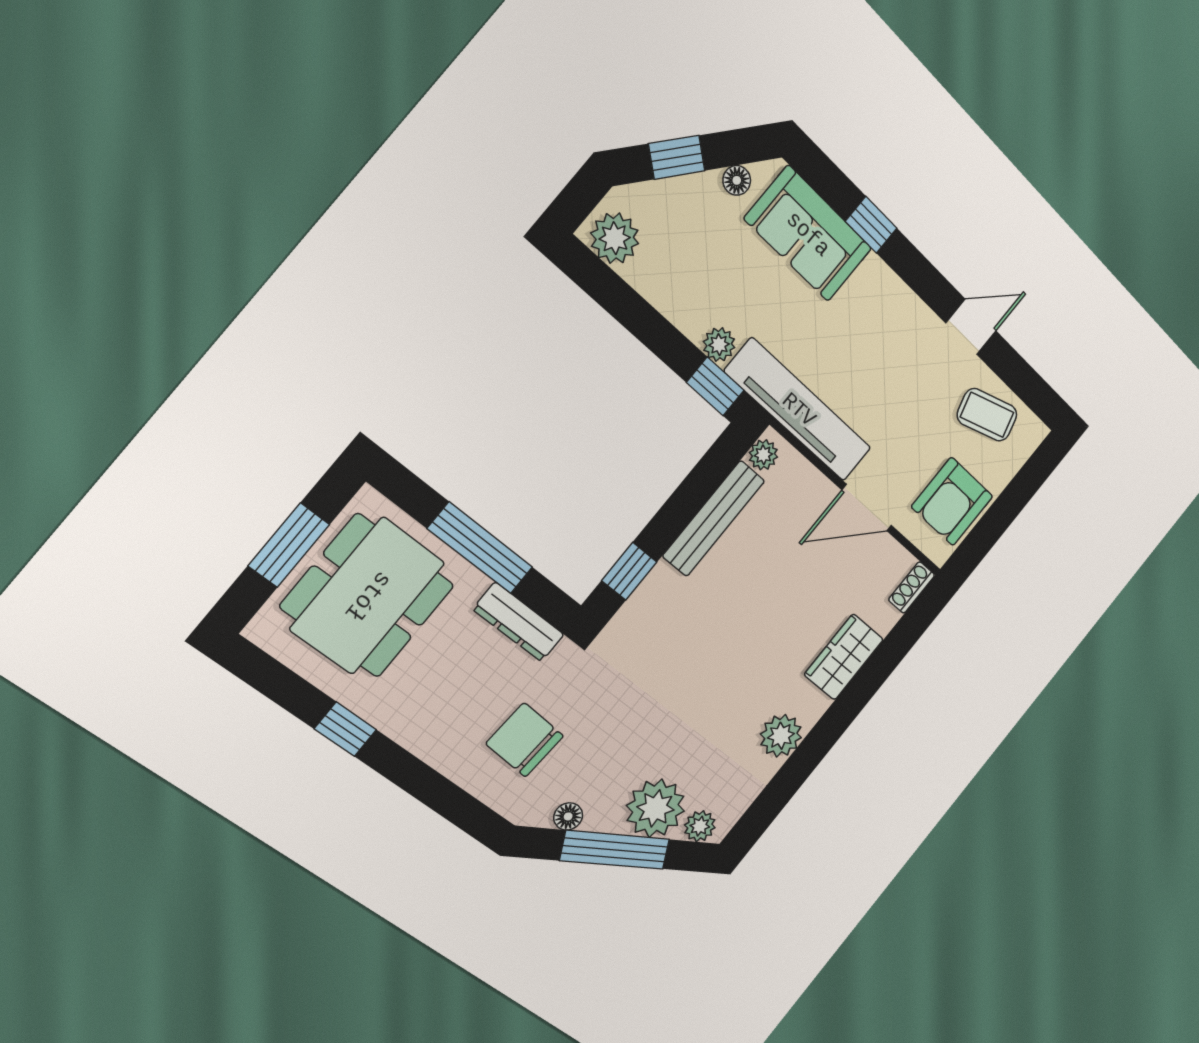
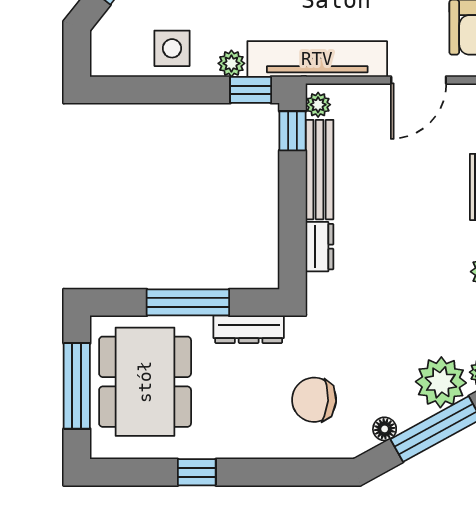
plant: (615, 238) -> (116, 58), removed
side table: (676, 279) -> (172, 48), added
window: (289, 545) -> (77, 386), width x1.44
window: (629, 571) -> (293, 131), moved
dresser: (653, 593) -> (320, 247), added

